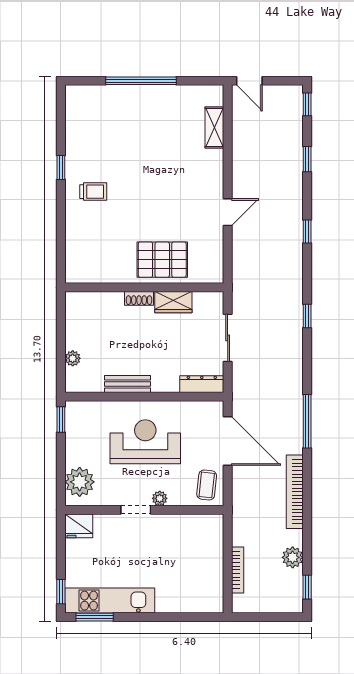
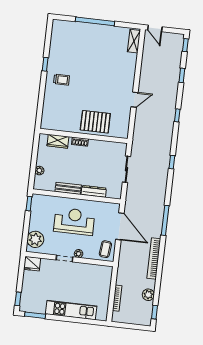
shelving: (214, 128) -> (134, 41), moved
wardrobe: (173, 302) -> (58, 141), moved
dresser: (202, 384) -> (94, 191), moved
kitchen unit: (110, 601) -> (71, 310), moved

